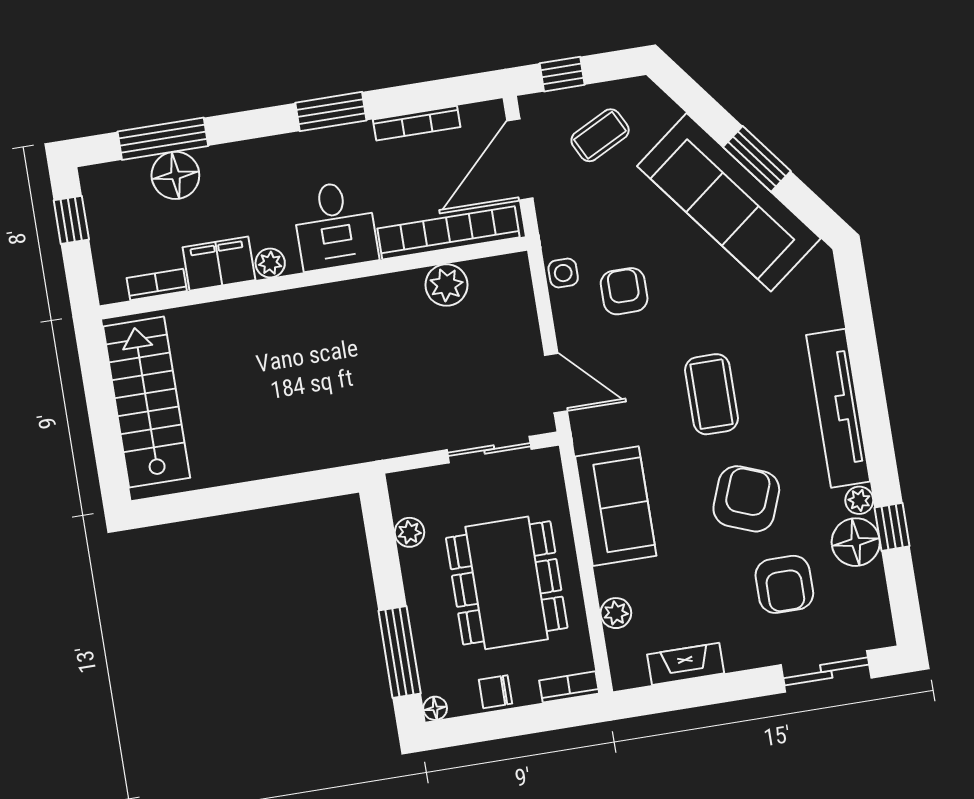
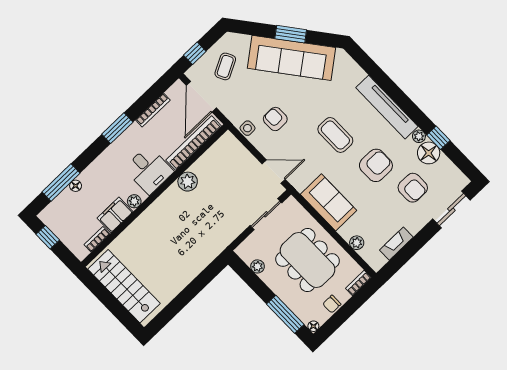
floor lamp: (175, 175) -> (76, 186), width x0.53, depth x0.53
plant: (446, 285) -> (188, 182), moved
armchair: (746, 499) -> (376, 165), turned 69

